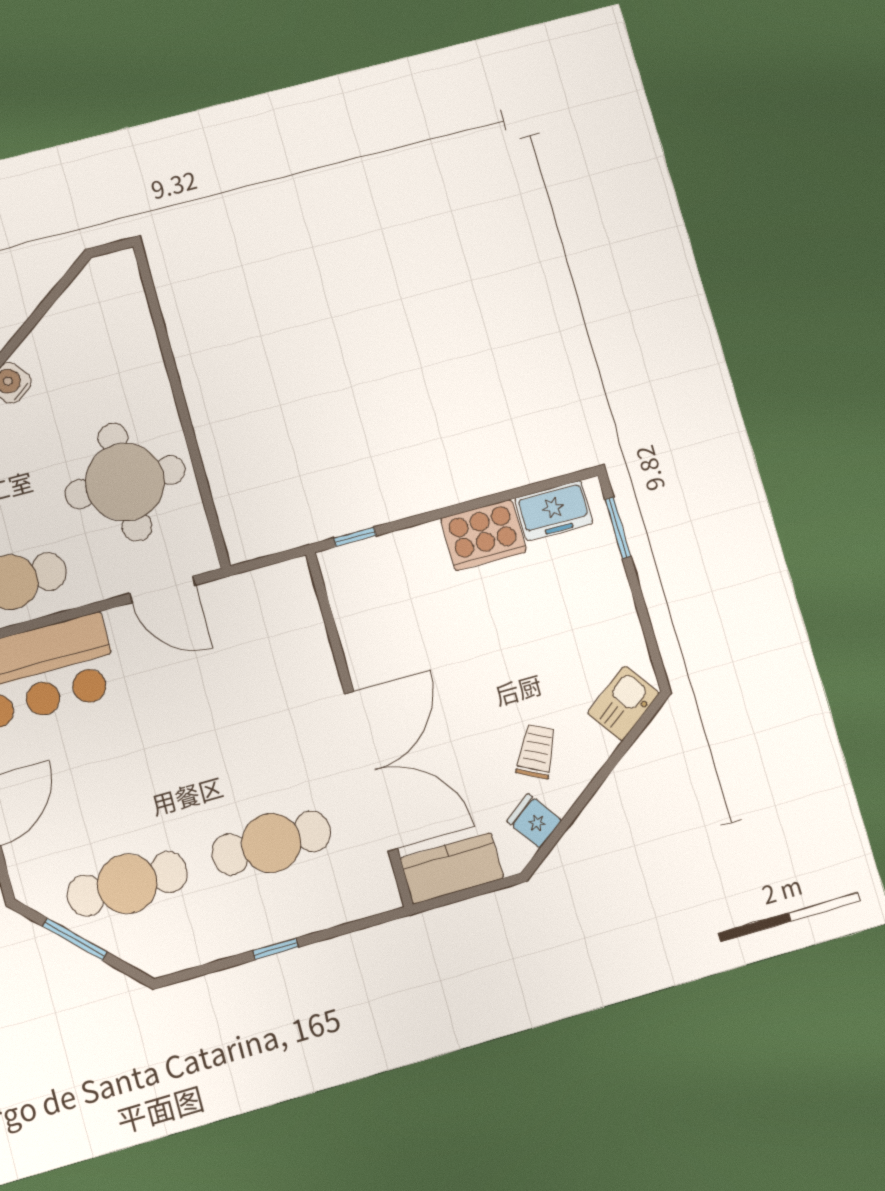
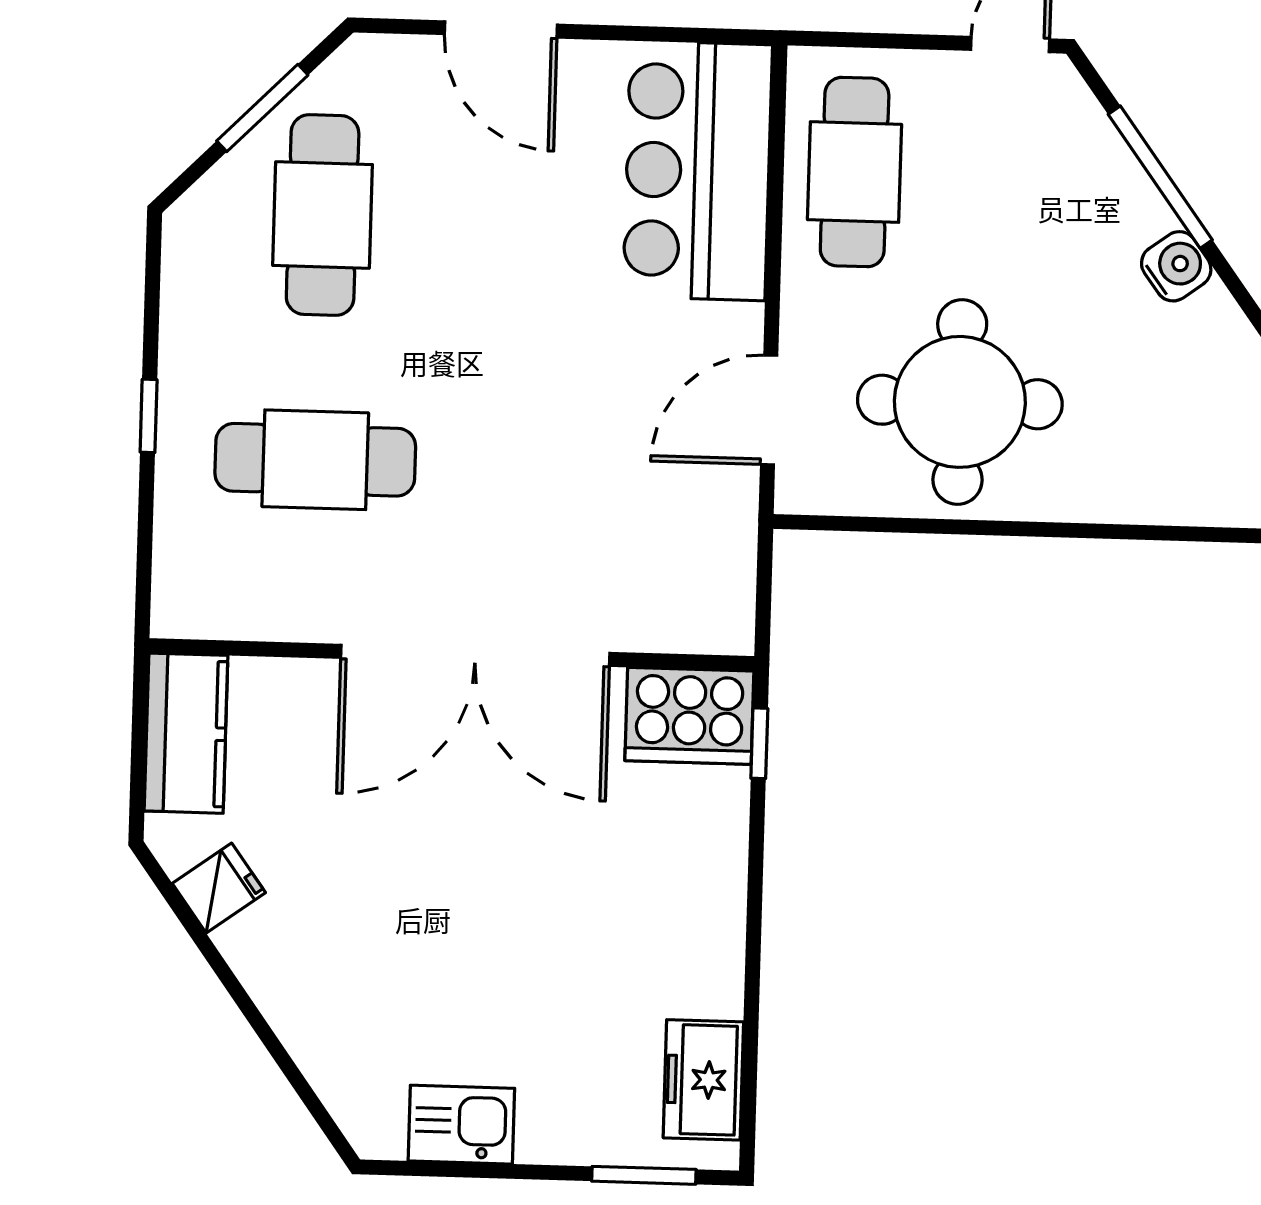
cooker: (483, 535) -> (689, 716), moved, turned -90
kitchen sink: (623, 703) -> (461, 1125), moved, turned -54
trolley: (536, 751) -> (327, 927), removed
double door: (371, 771) -> (475, 655), moved
cafe table: (271, 843) -> (315, 460), turned 90

